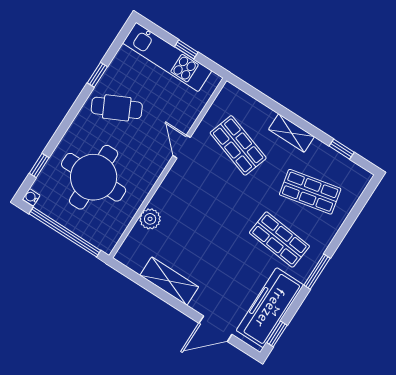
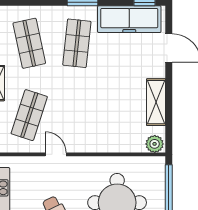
door: (182, 147) -> (56, 154), swing flipped
plant: (150, 219) -> (155, 144), moved

